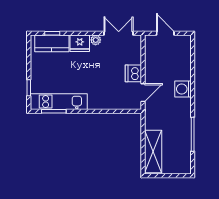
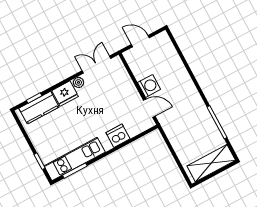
dishwasher: (133, 73) -> (118, 136), moved, turned 90
washing machine: (183, 89) -> (149, 86), moved, turned 180
door: (143, 93) -> (149, 108), hinge flipped
shelving: (153, 151) -> (211, 163), moved, turned 90

